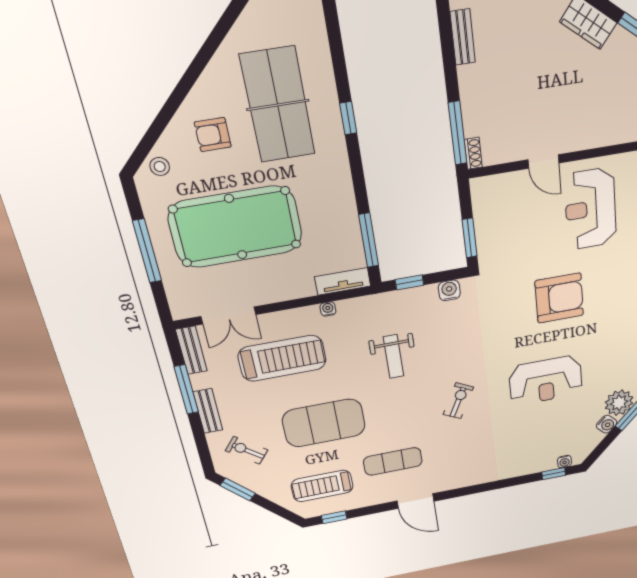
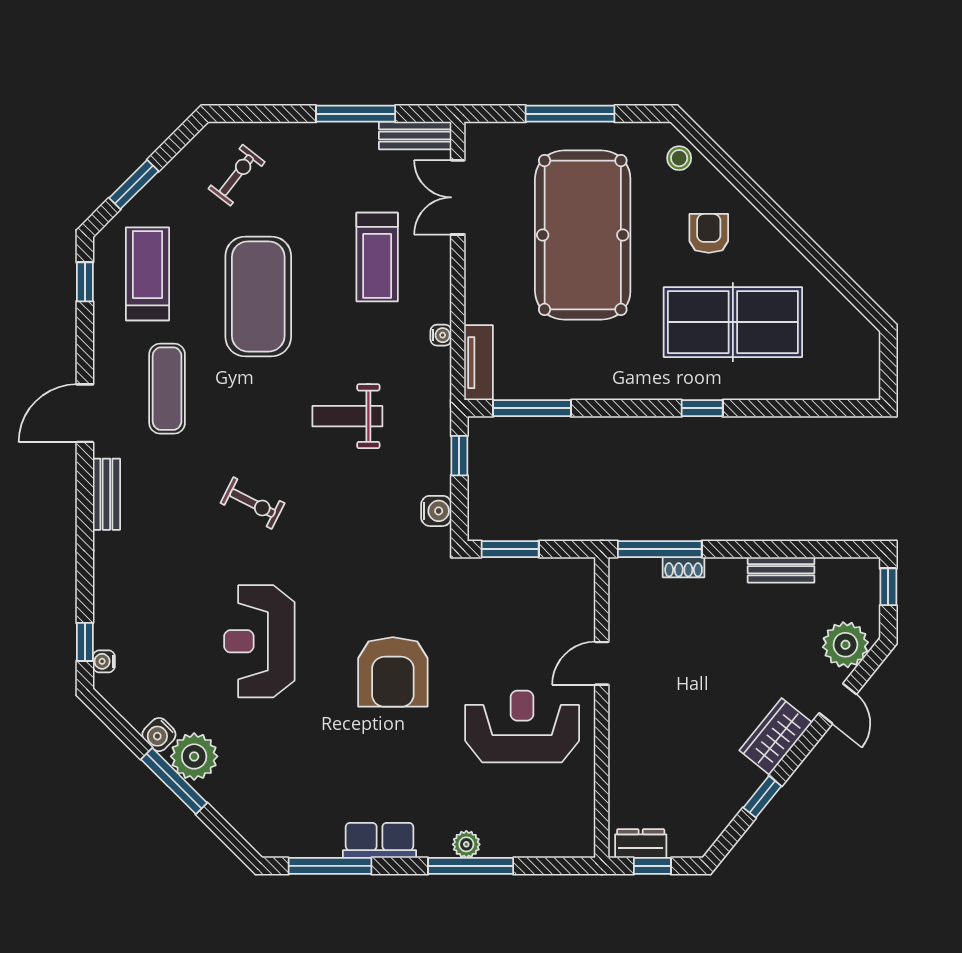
shoe rack: (473, 153) -> (684, 567), moved
treadmill: (282, 358) -> (377, 257), width x0.73, depth x0.73
bench: (208, 411) -> (106, 494), moved, turned 90
window: (238, 489) -> (134, 185), moved

